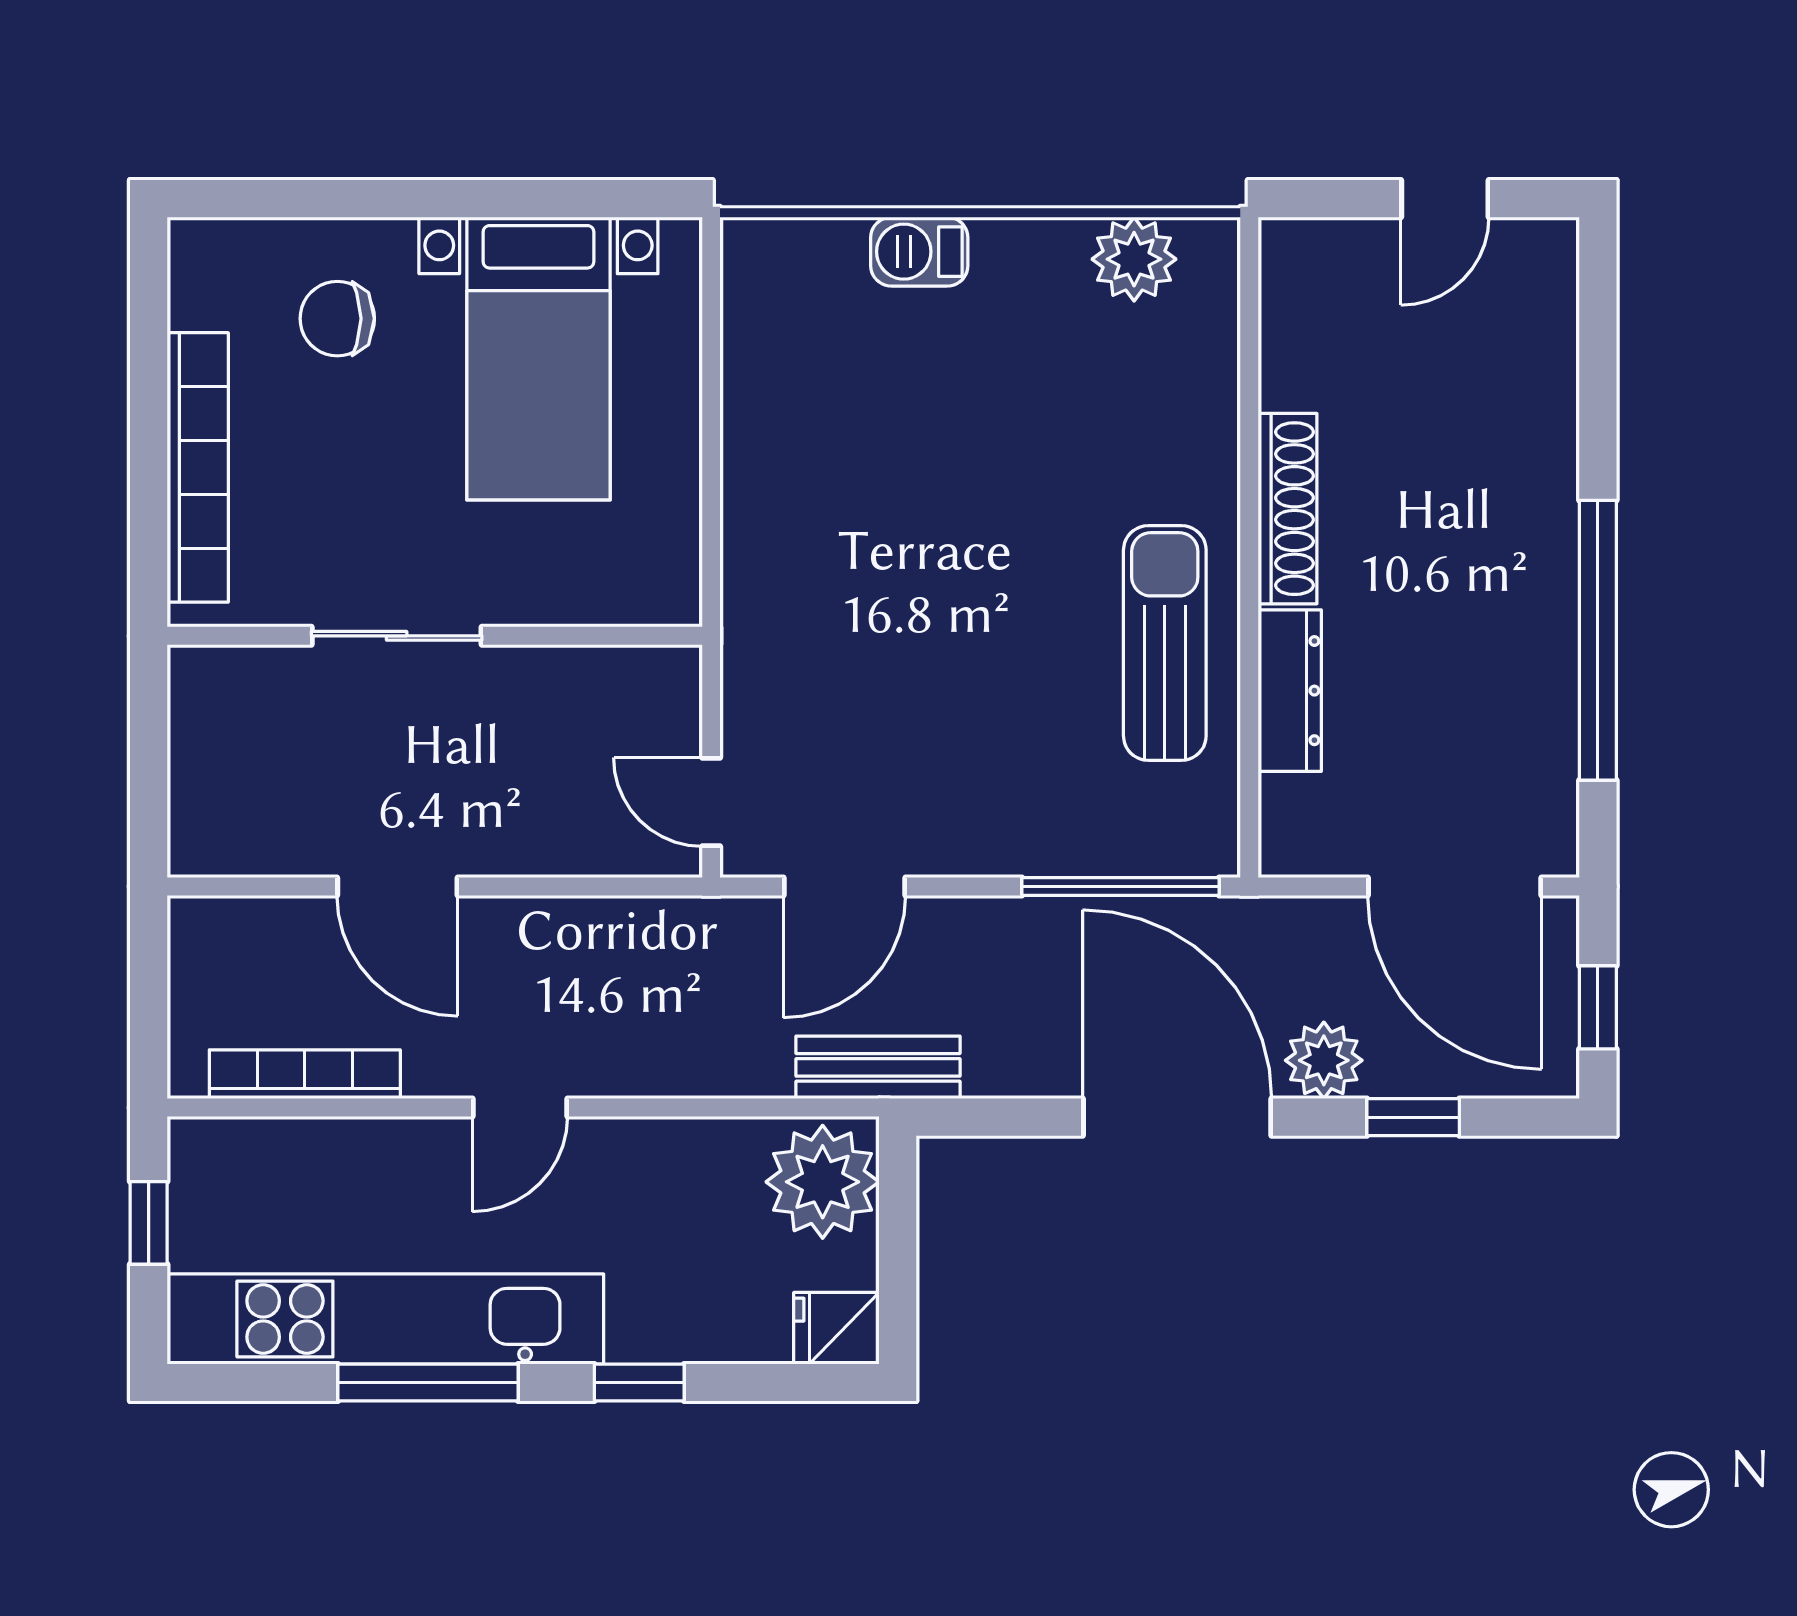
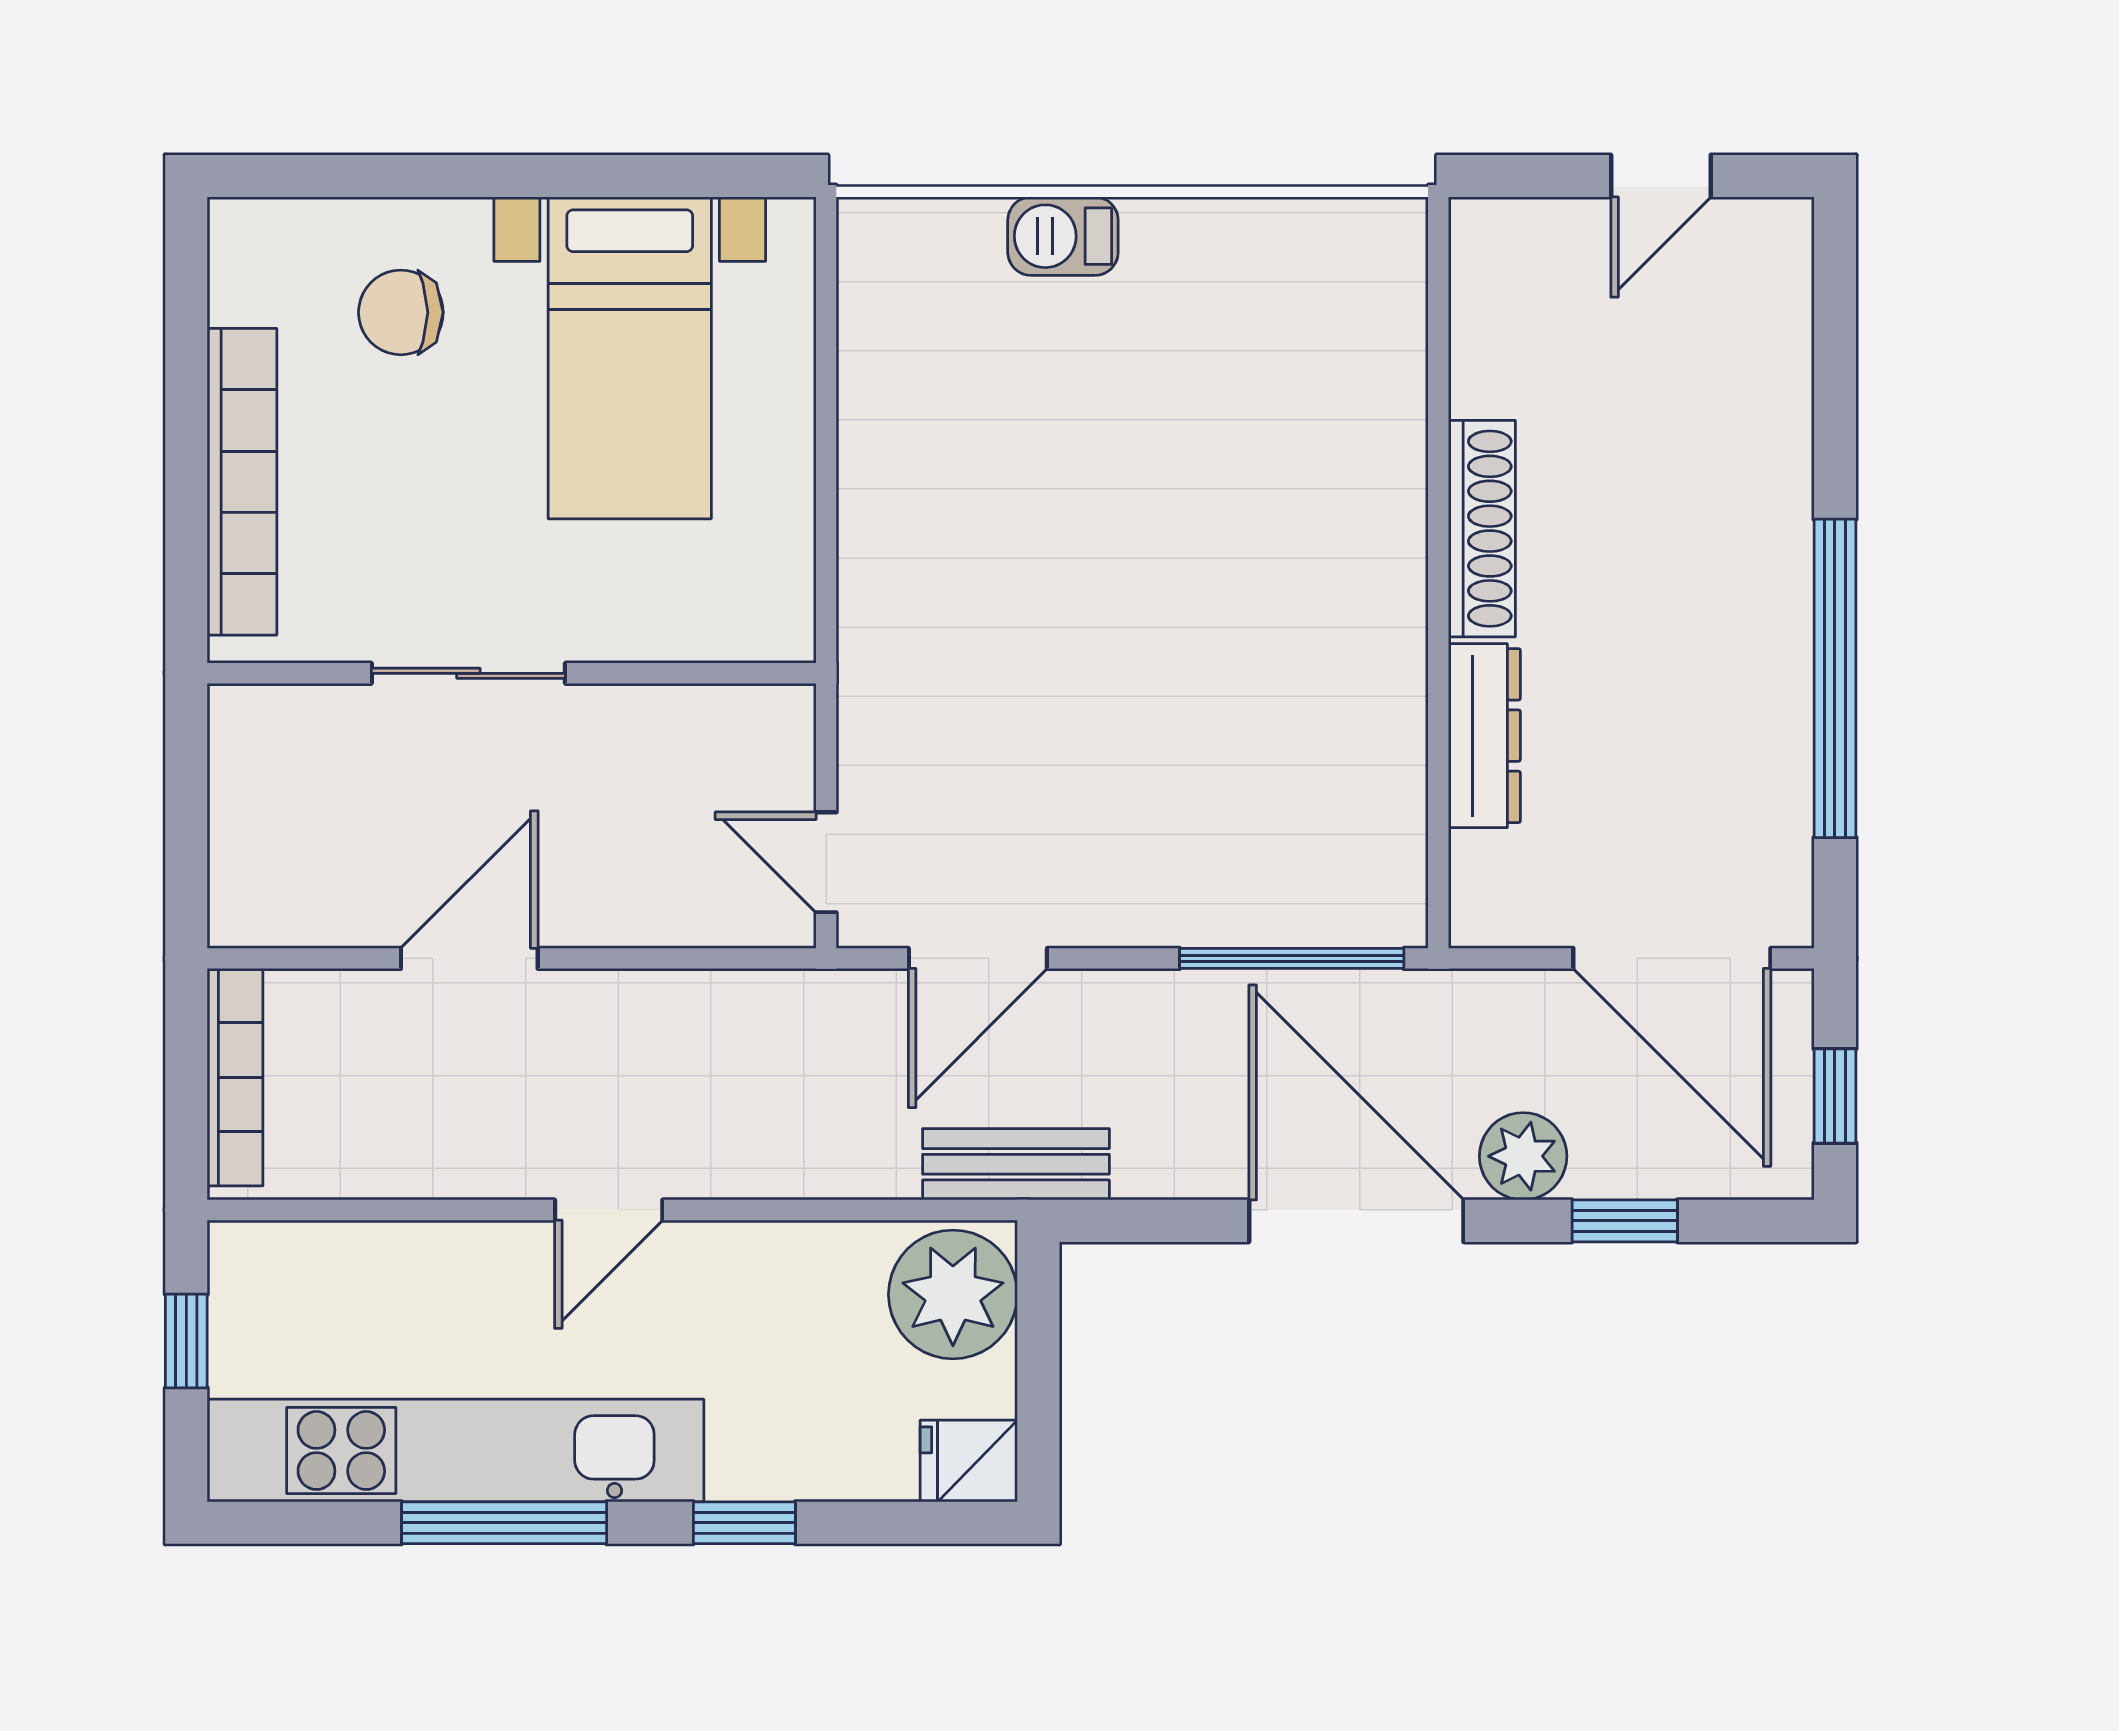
plant: (1134, 259) -> (1307, 245), removed
sun lounger: (1165, 643) -> (1342, 681), removed
door: (397, 886) -> (469, 958), swing flipped
bookcase: (305, 1074) -> (235, 1077), moved, turned 90

